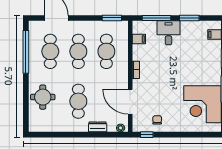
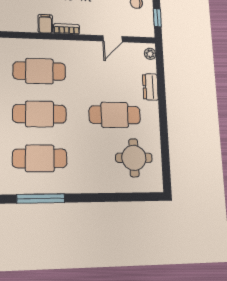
filing cabinet: (139, 39) -> (45, 24), moved
window: (26, 52) -> (41, 198), width x0.68
round table: (43, 97) -> (134, 158), moved
door: (130, 102) -> (113, 39), width x0.53

